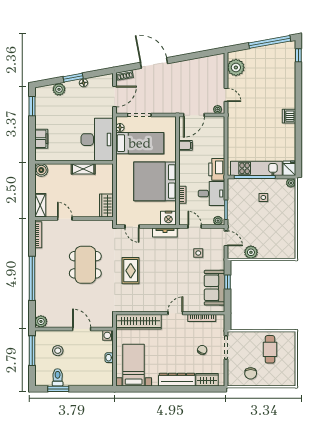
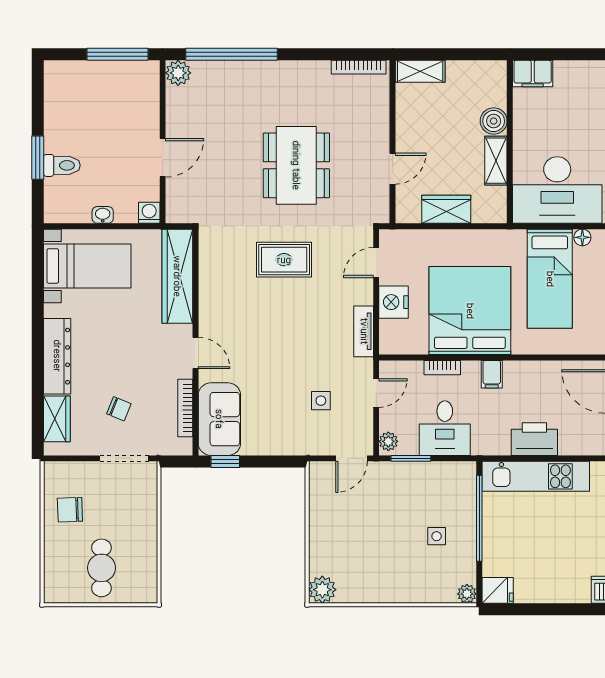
filing cabinet: (41, 139) -> (533, 74), moved
filing cabinet: (186, 145) -> (492, 374), moved
kitchen unit: (256, 168) -> (536, 476), moved, turned 90
printer: (217, 169) -> (534, 439), moved
boiler: (41, 170) -> (494, 121), moved
wardrobe: (106, 206) -> (446, 209), moved
nightstand: (168, 218) -> (393, 302), moved
door: (65, 219) -> (393, 169), moved
plant: (251, 252) -> (322, 590), moved
dining table: (85, 265) -> (296, 165), turned 90
window: (32, 278) -> (231, 54), moved
window: (227, 282) -> (225, 461), moved
sofa: (215, 288) -> (219, 419), moved, turned 90
cafe table: (270, 349) -> (101, 568), moved, turned 90
stool: (58, 351) -> (117, 108), removed
toilet: (58, 377) -> (62, 165), moved
window: (58, 389) -> (38, 158), moved

